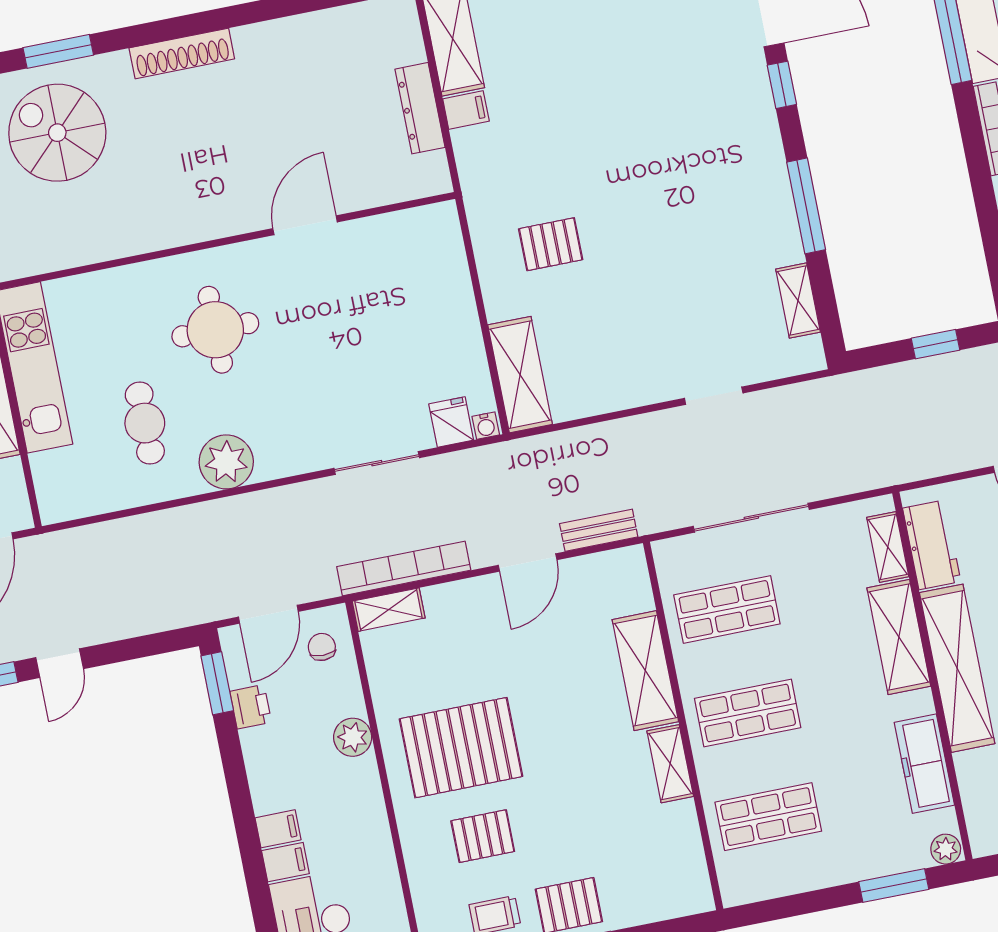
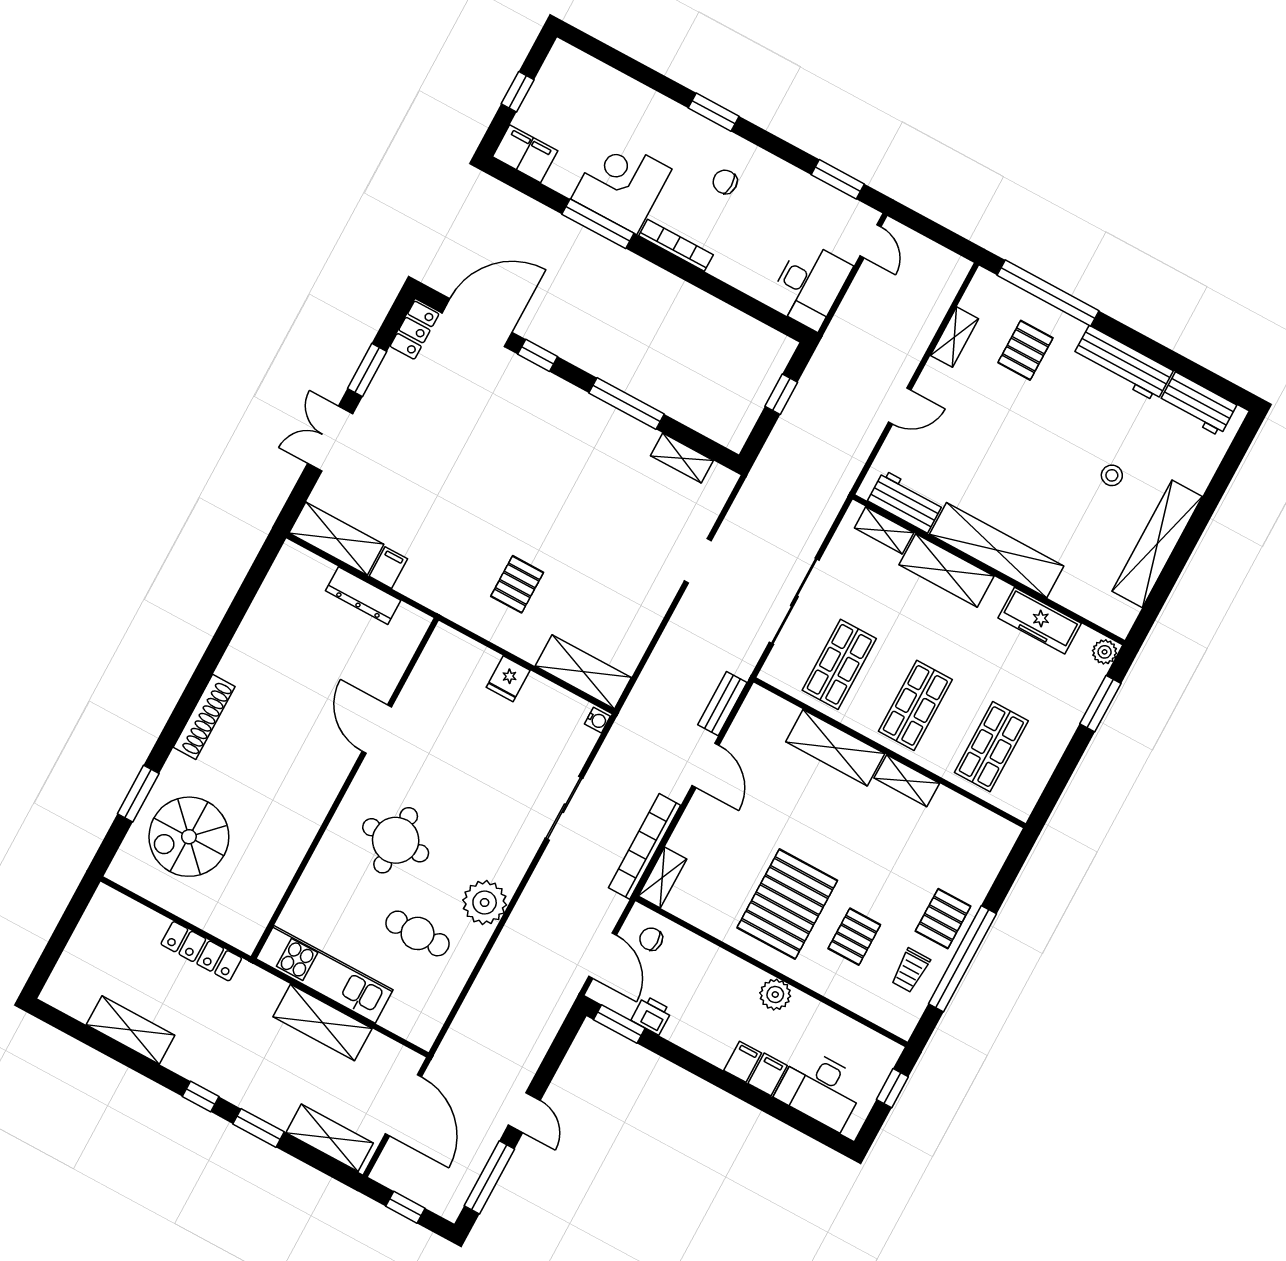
fridge: (451, 422) -> (508, 679), moved, turned -90
plant: (353, 737) -> (775, 995), moved

